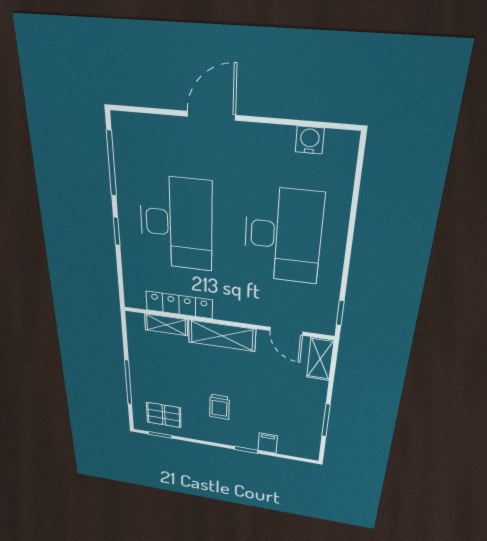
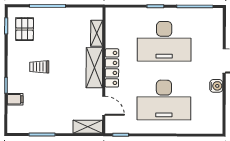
water cooler: (310, 140) -> (216, 86), moved
locker: (179, 305) -> (112, 68), moved
door: (286, 331) -> (104, 106), swing flipped

